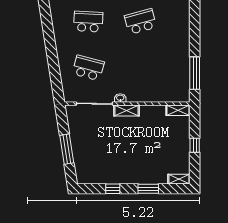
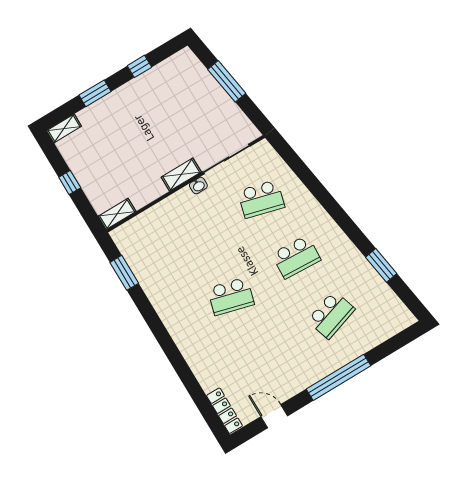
school desk: (140, 22) -> (231, 296), turned 30
window: (195, 73) -> (124, 273), width x0.69

